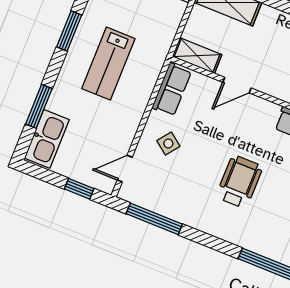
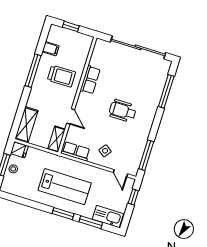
window: (69, 31) -> (63, 214), moved
lab bench: (108, 64) -> (65, 187), width x1.36, depth x1.39

